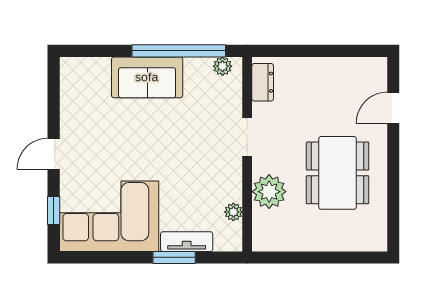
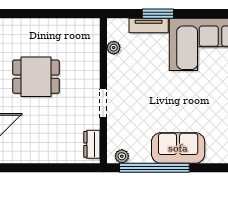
dining table: (338, 173) -> (36, 77), width x0.73
plant: (269, 192) -> (87, 63), removed

